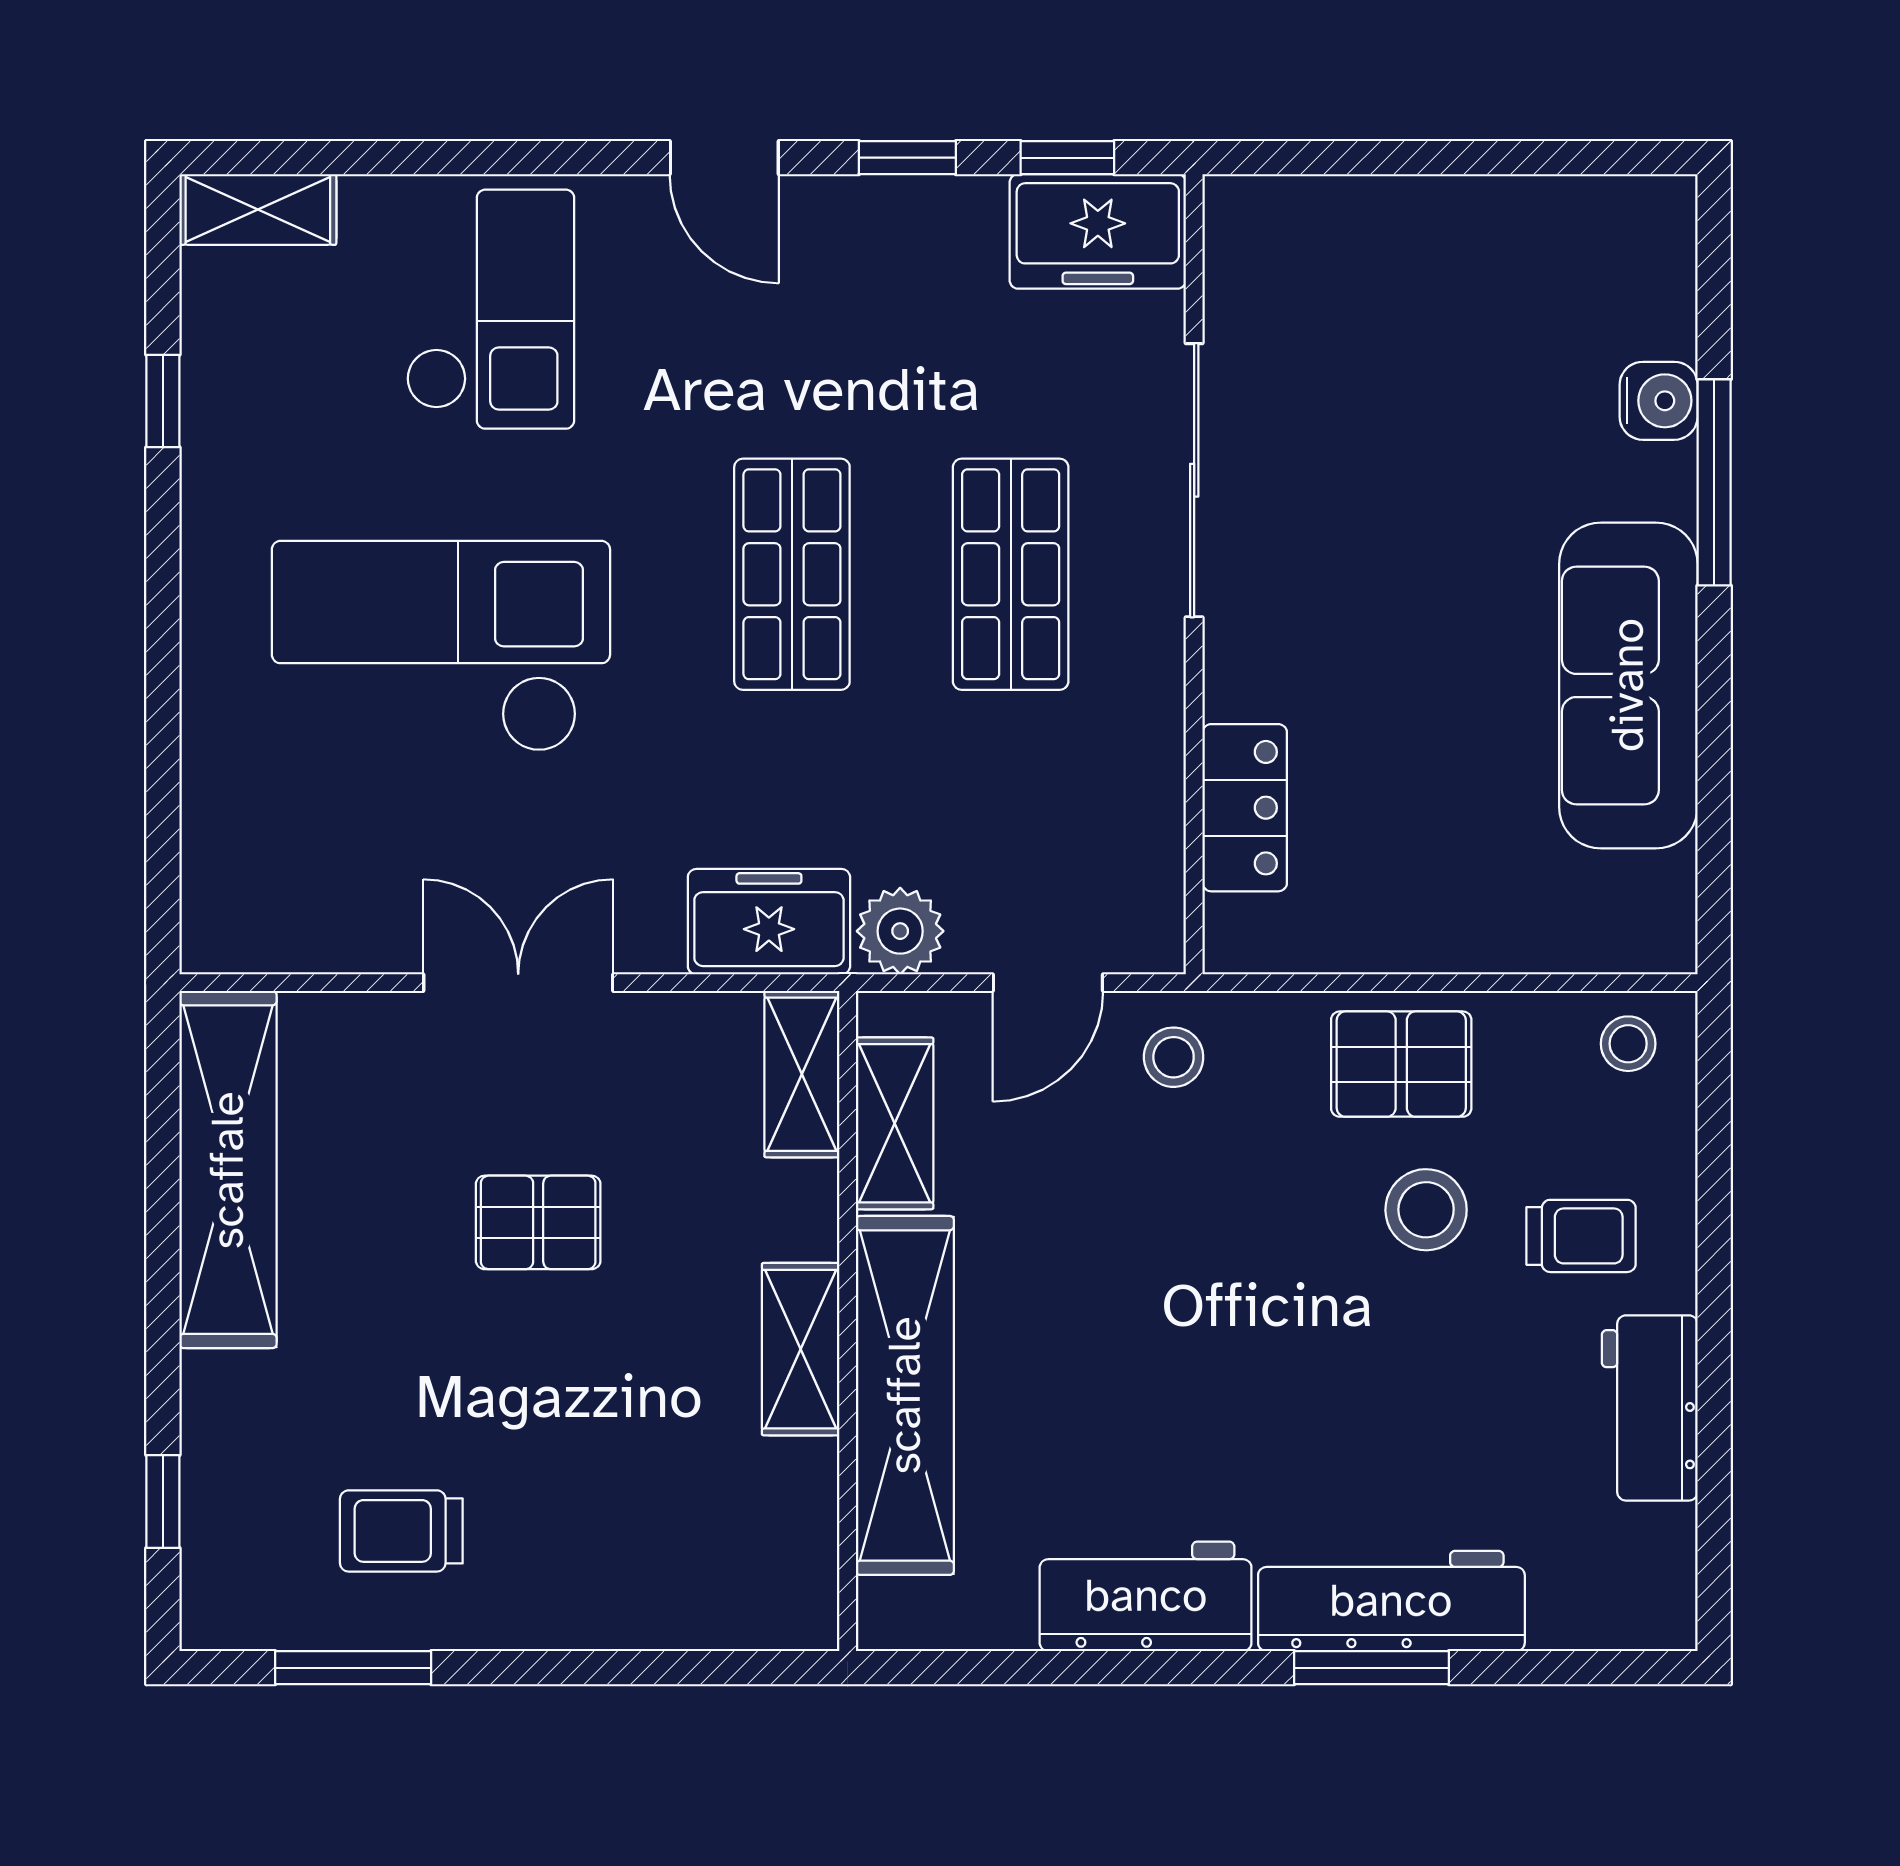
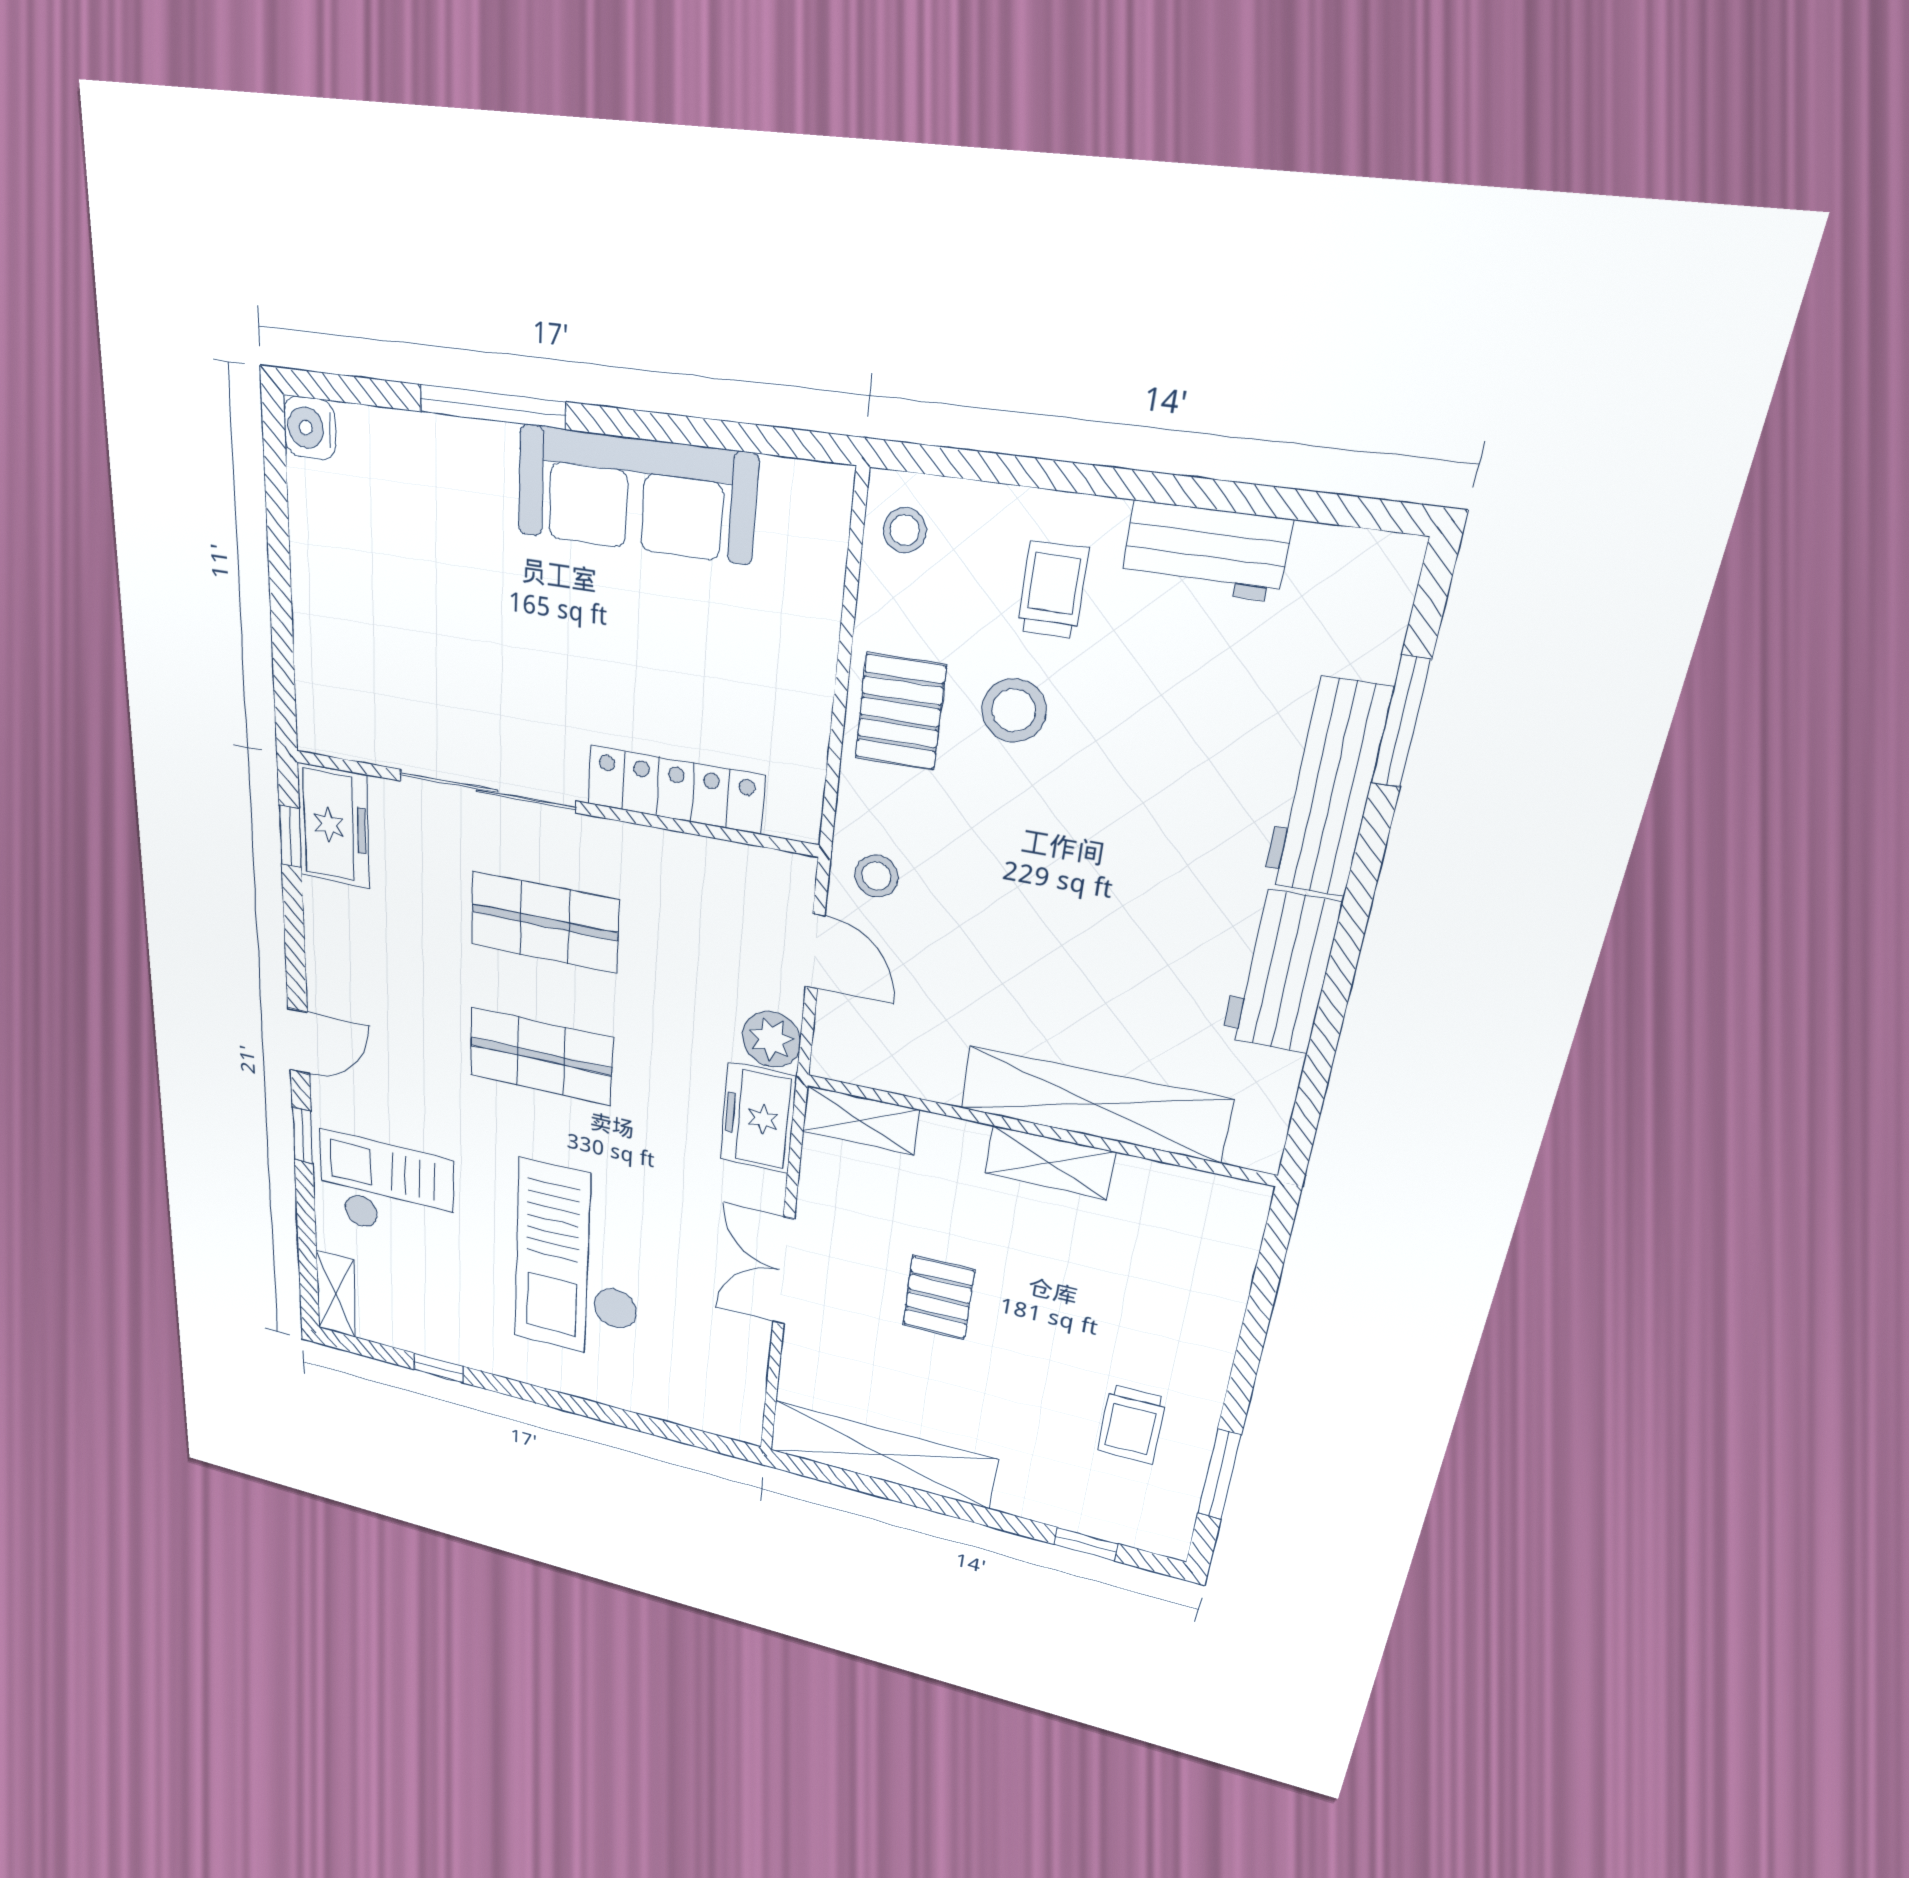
window: (907, 158) -> (303, 1135), moved
water cooler: (1659, 401) -> (310, 428), moved, turned -90
locker: (1245, 808) -> (675, 790), width x1.53
shelving: (895, 1123) -> (901, 1070), removed
window: (1371, 1668) -> (1401, 722), moved

